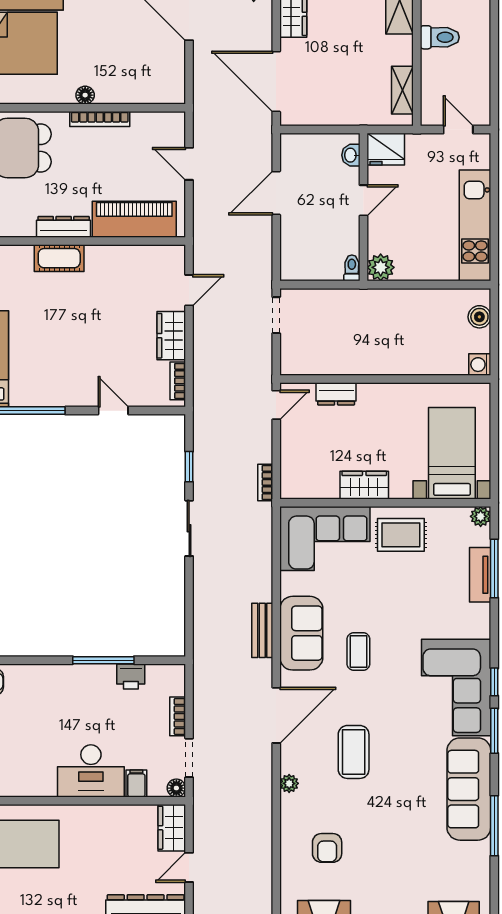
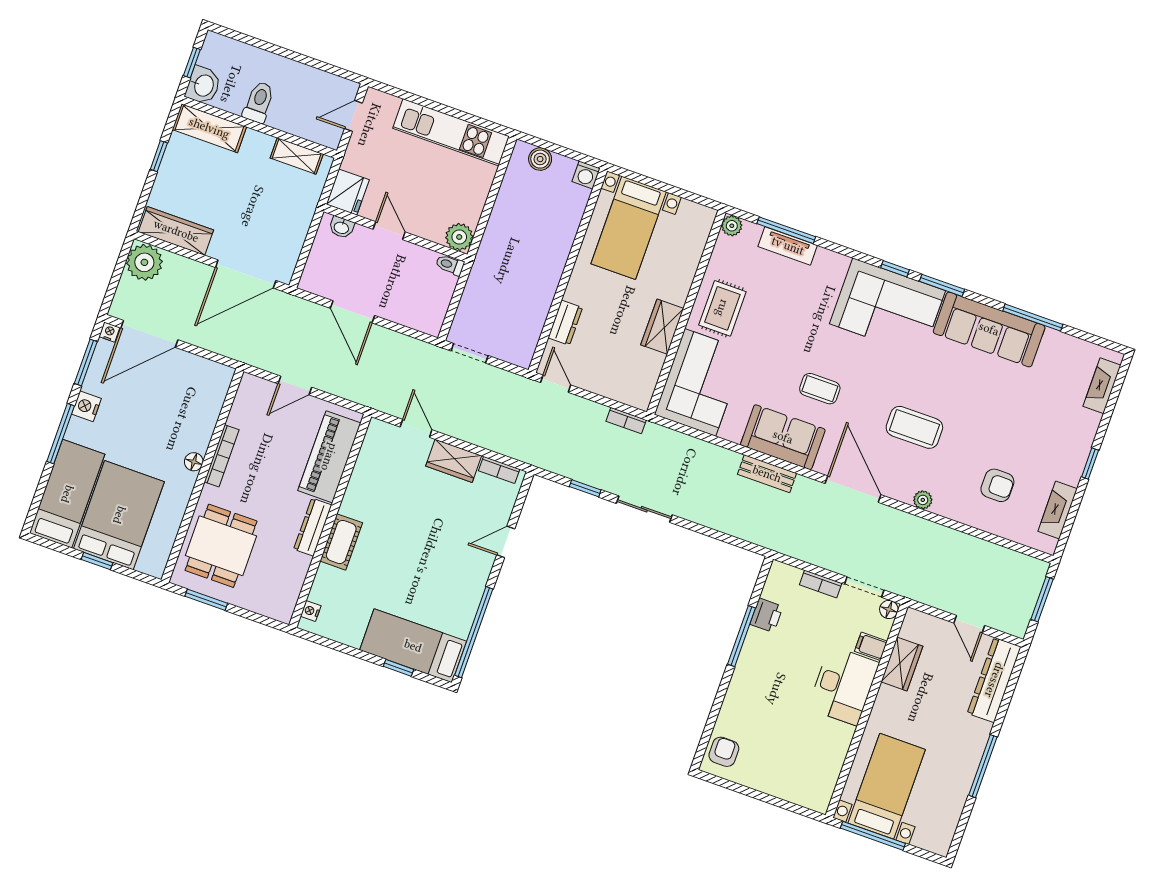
bed with nightstands: (452, 453) -> (629, 228), moved, turned -90
wardrobe: (172, 828) -> (902, 664), moved, turned -90

